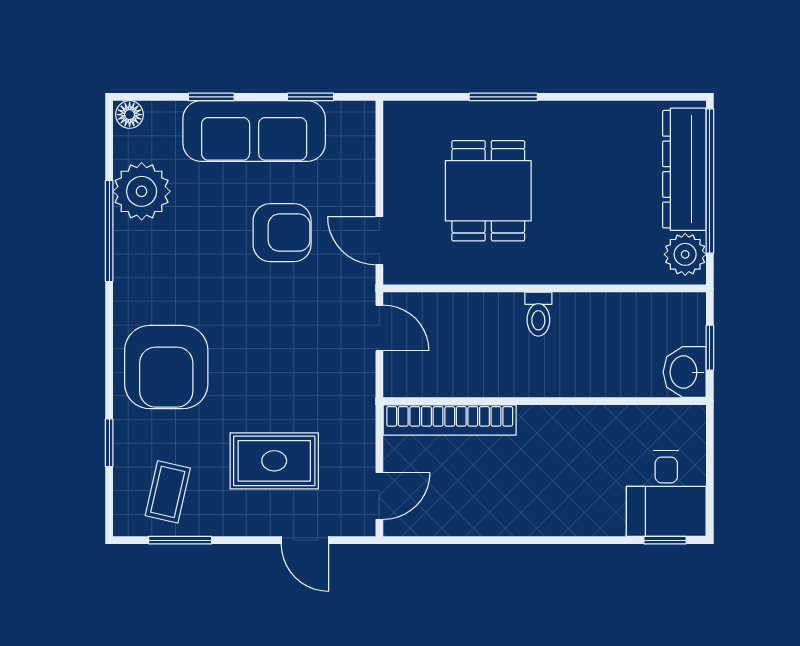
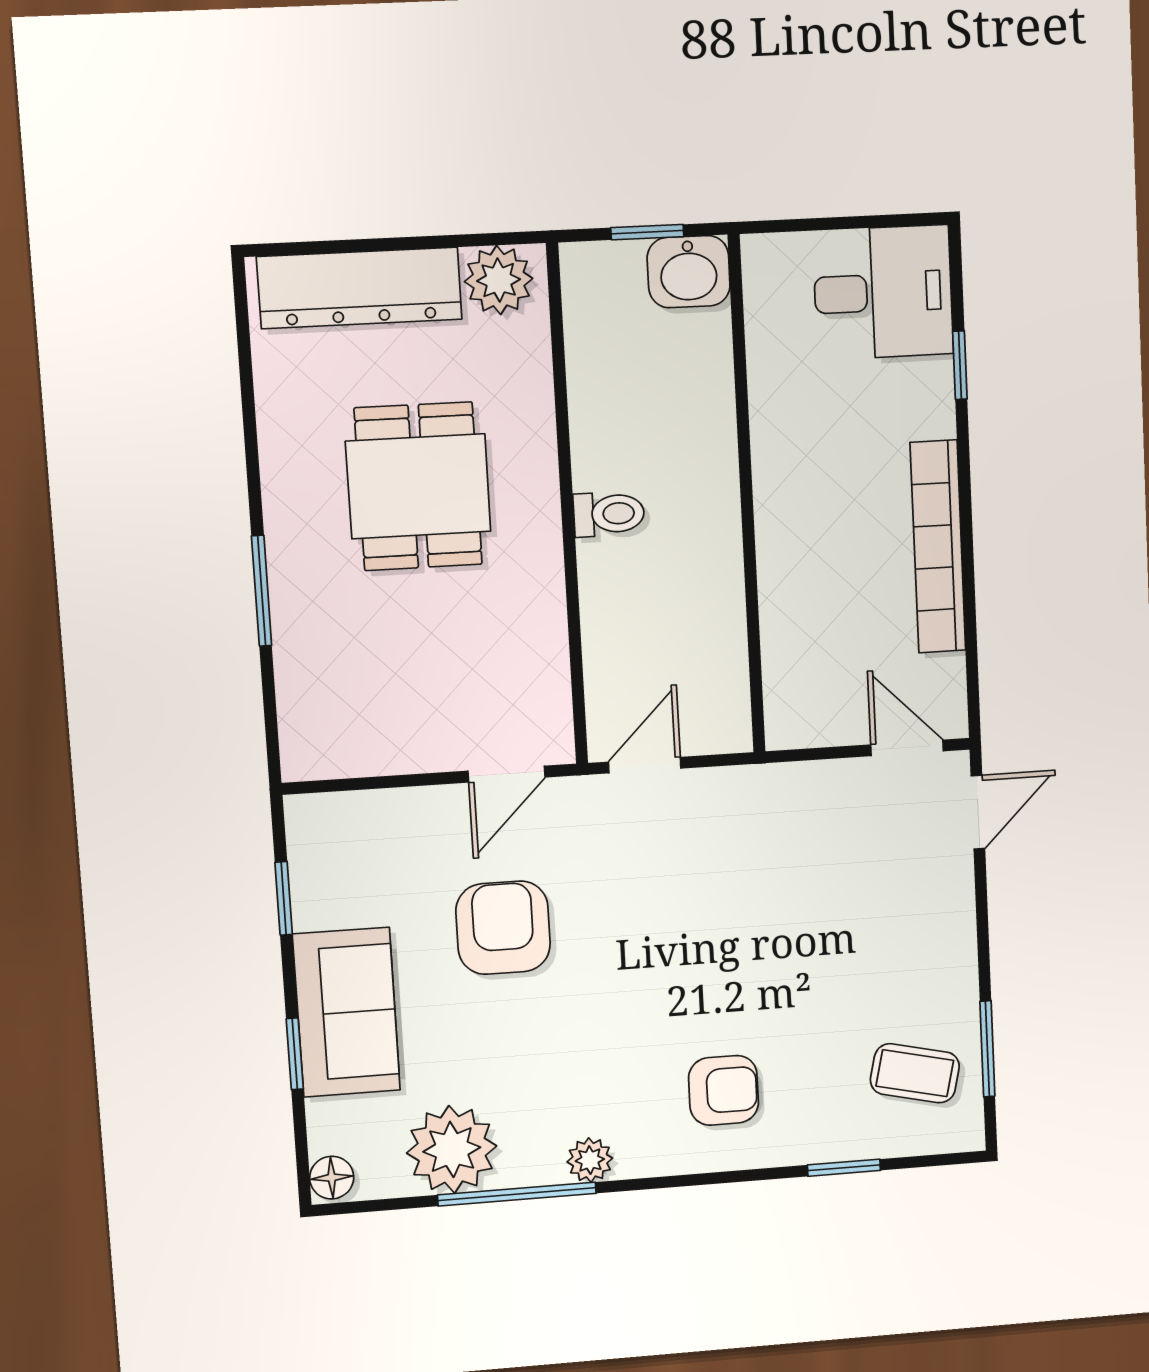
sofa: (254, 131) -> (346, 1012), width x0.73
window: (710, 181) -> (376, 245), removed
dining table: (488, 191) -> (418, 486), moved, turned 90
plant: (128, 279) -> (590, 1160), added
armchair: (166, 367) -> (723, 1090), width x0.53, depth x0.53
bookcase: (450, 420) -> (938, 547), moved, turned 180
rug: (274, 461) -> (860, 914), removed
door: (305, 540) -> (978, 812), moved
window: (665, 540) -> (960, 365), moved

